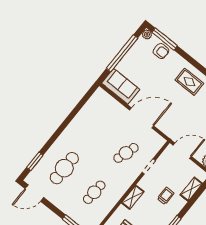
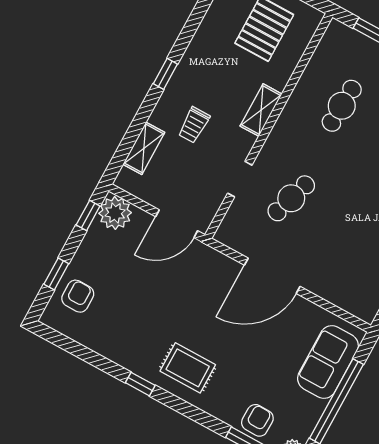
armchair: (161, 51) -> (257, 420), turned 91
sofa: (121, 86) -> (328, 362), moved, turned 90

